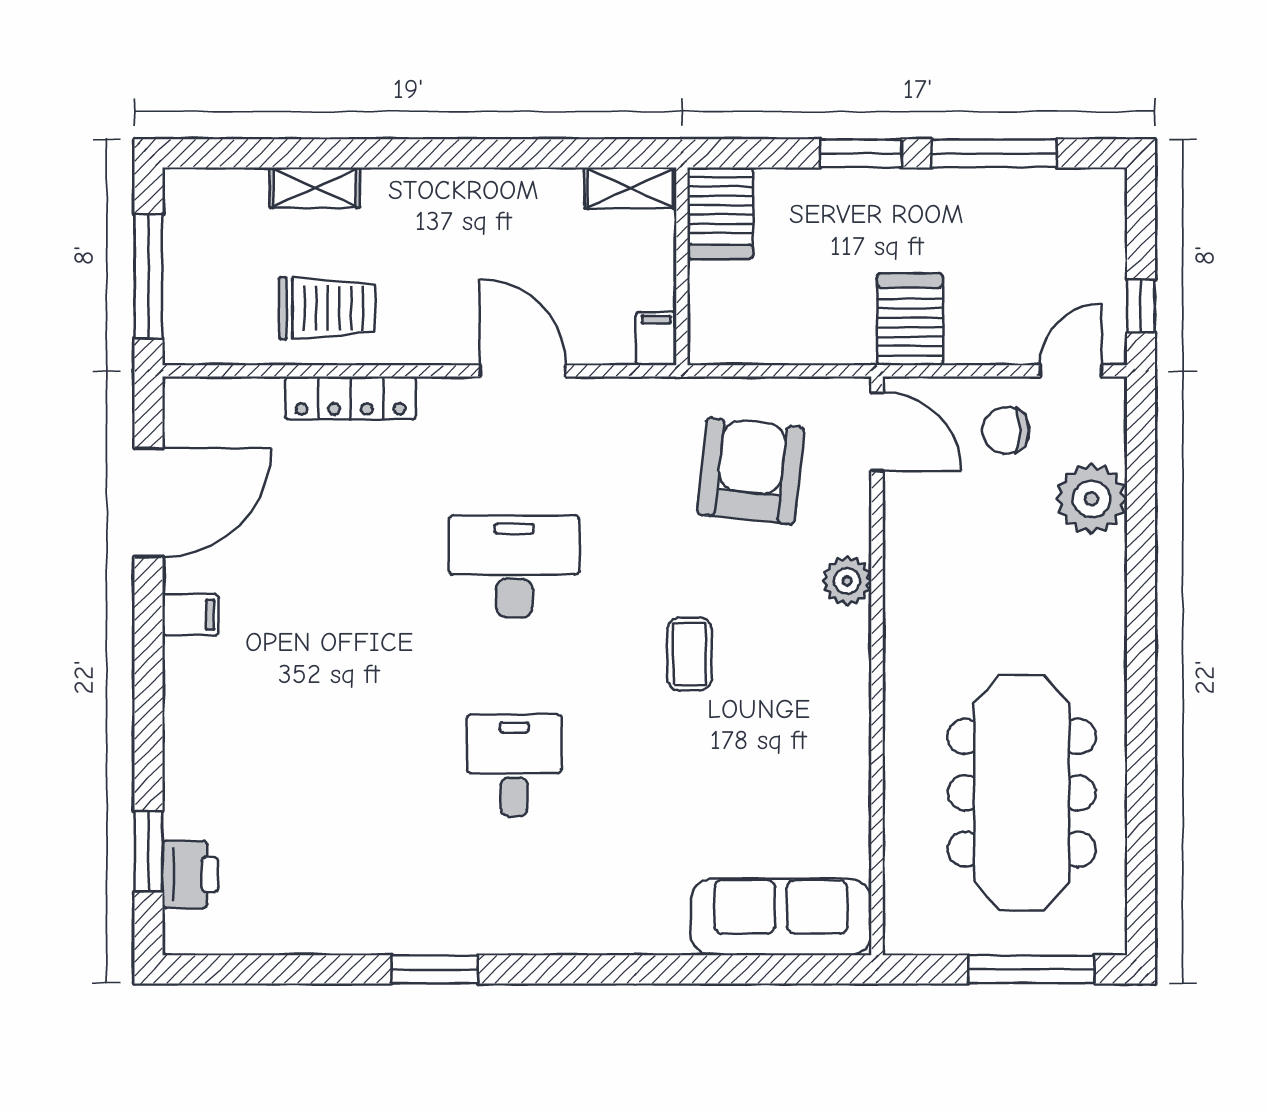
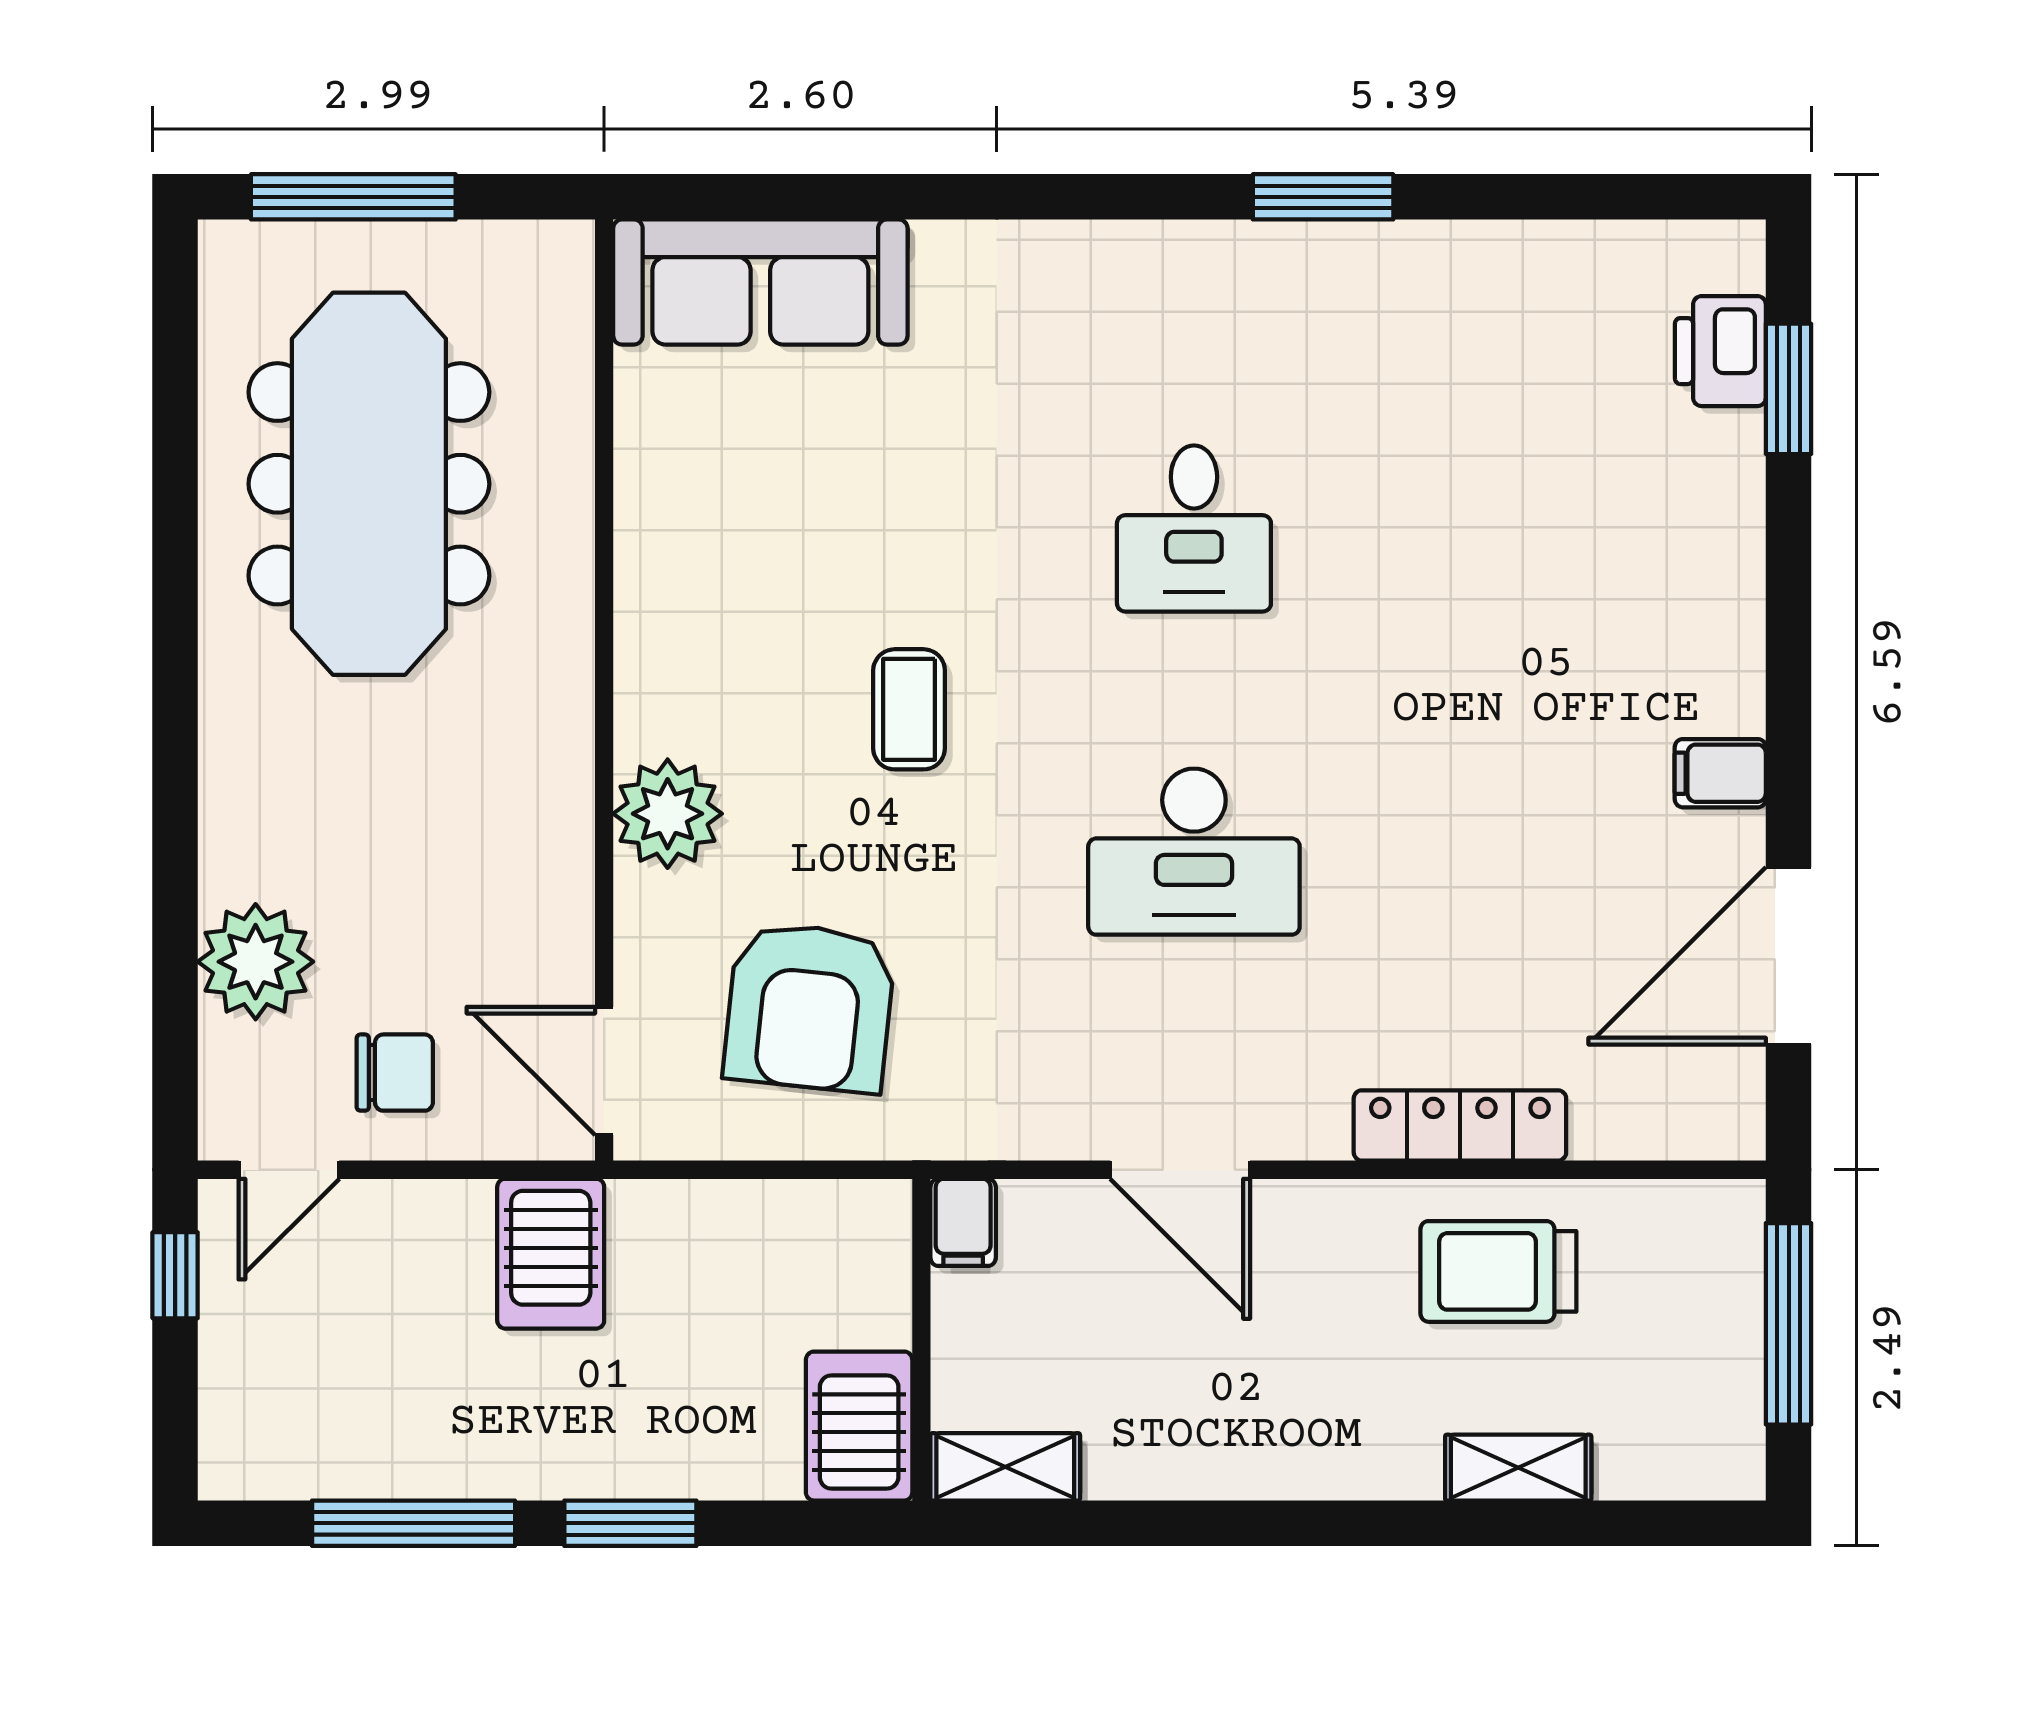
plant: (847, 581) -> (668, 814), width x1.36, depth x1.36

